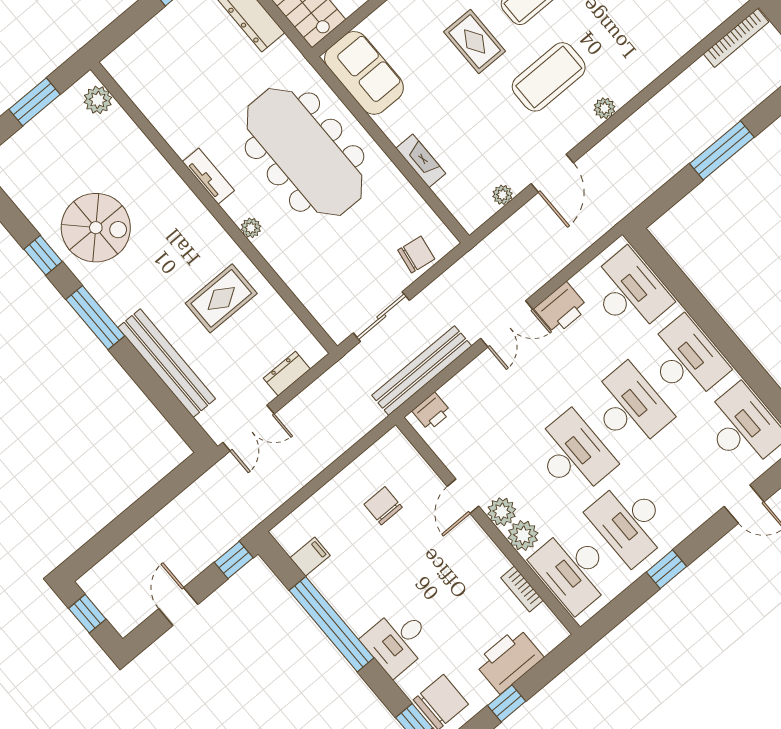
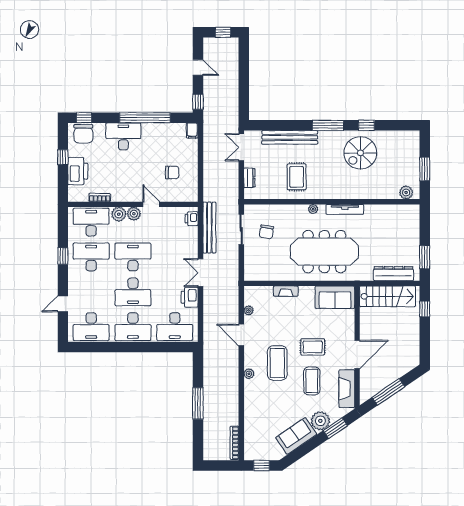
tv unit: (208, 176) -> (345, 209), width x1.41
chair: (416, 255) -> (266, 232), moved
desk: (573, 454) -> (133, 257), turned 180
filing cabinet: (310, 557) -> (192, 131), moved
desk: (397, 641) -> (123, 136), width x1.37

